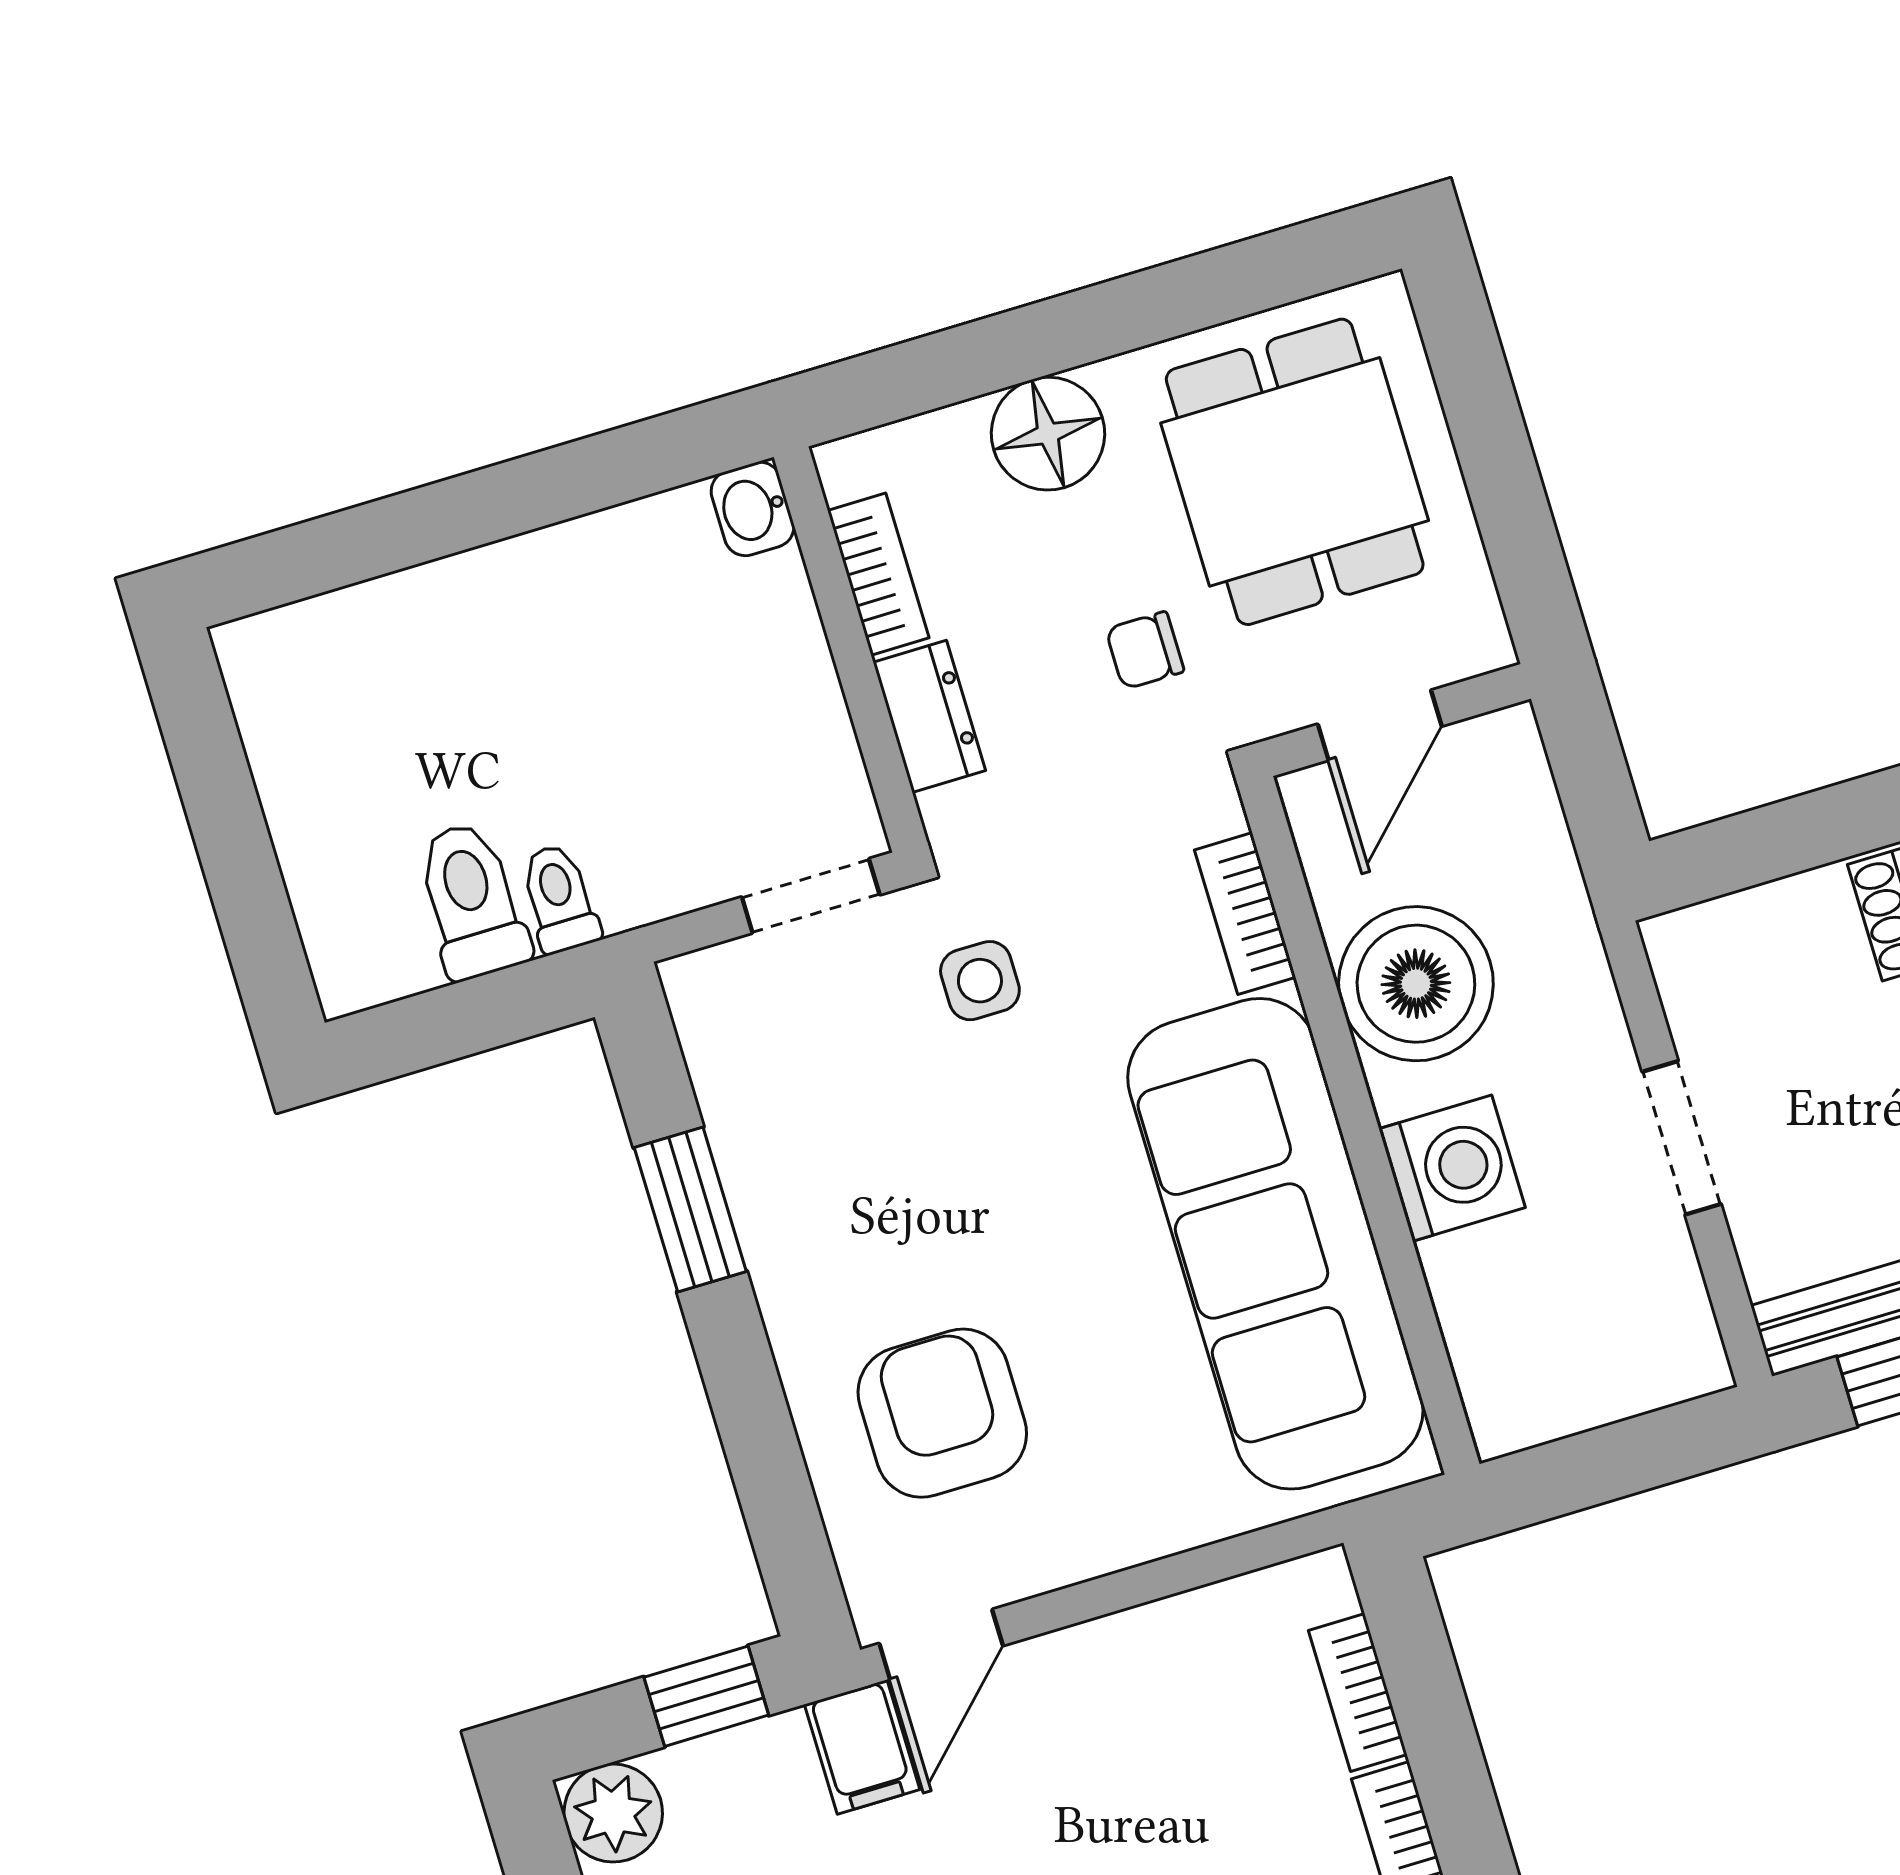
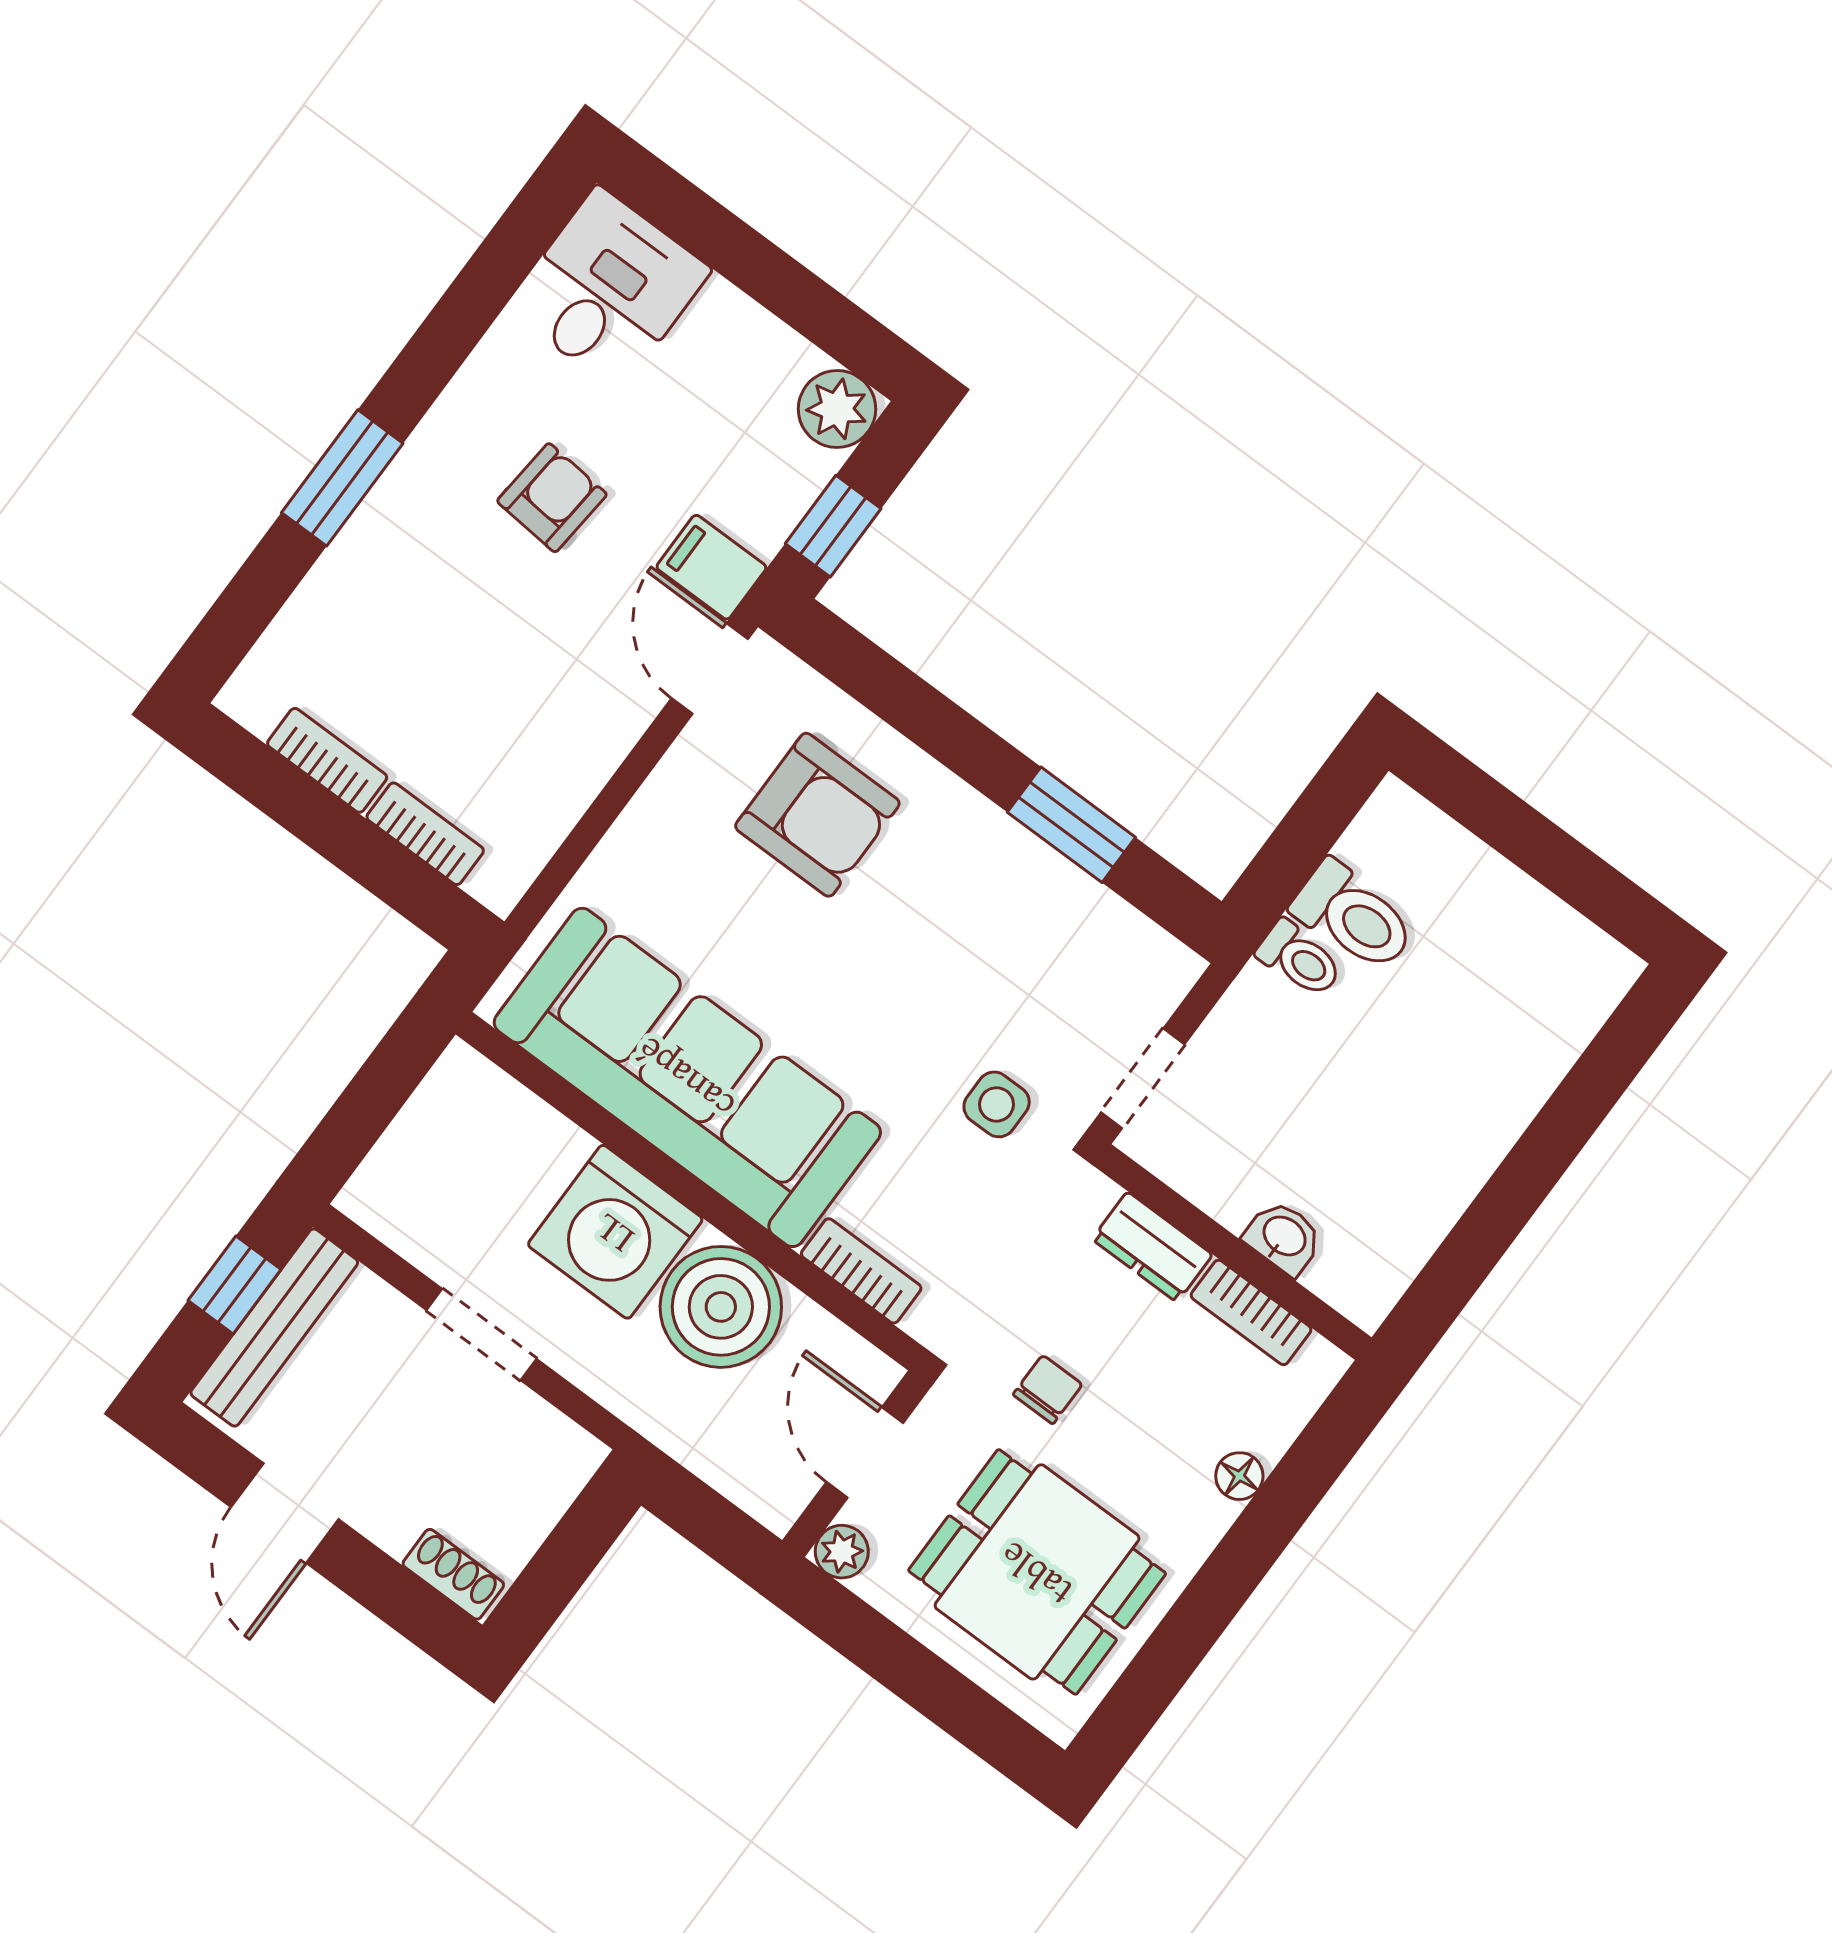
floor lamp: (1048, 434) -> (1239, 1476), width x0.53, depth x0.53
washbasin: (753, 509) -> (1284, 1237), moved
plant: (1479, 642) -> (842, 1552), added
washing machine: (1452, 1168) -> (615, 1232), width x1.37, depth x1.37

